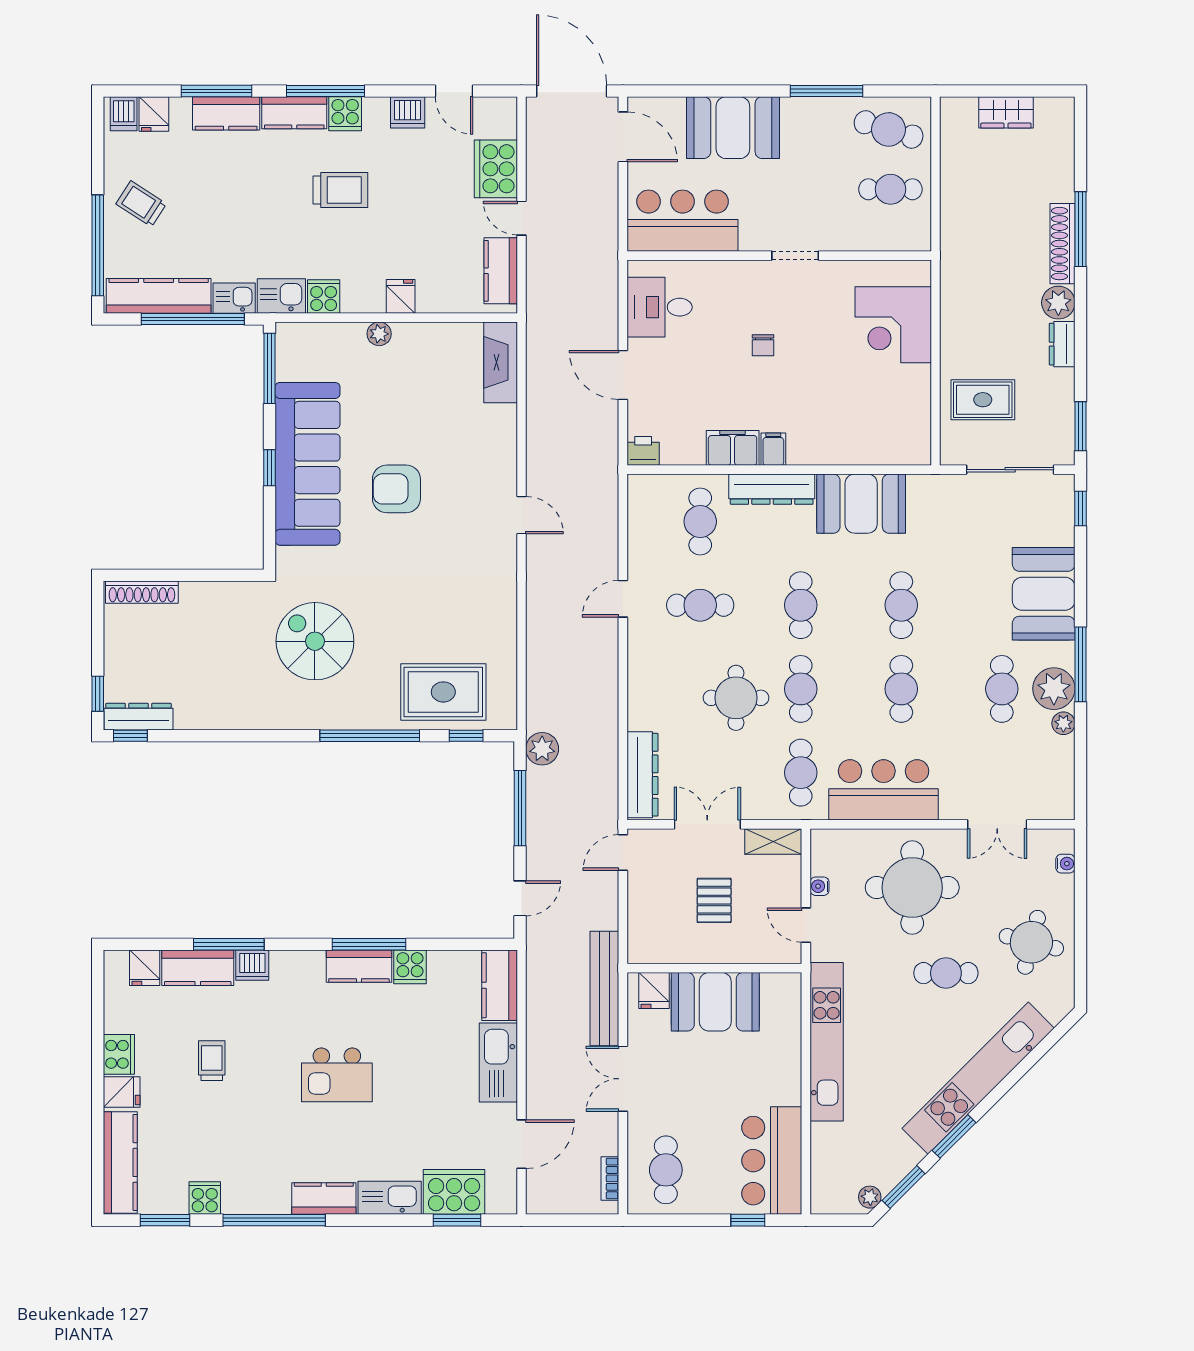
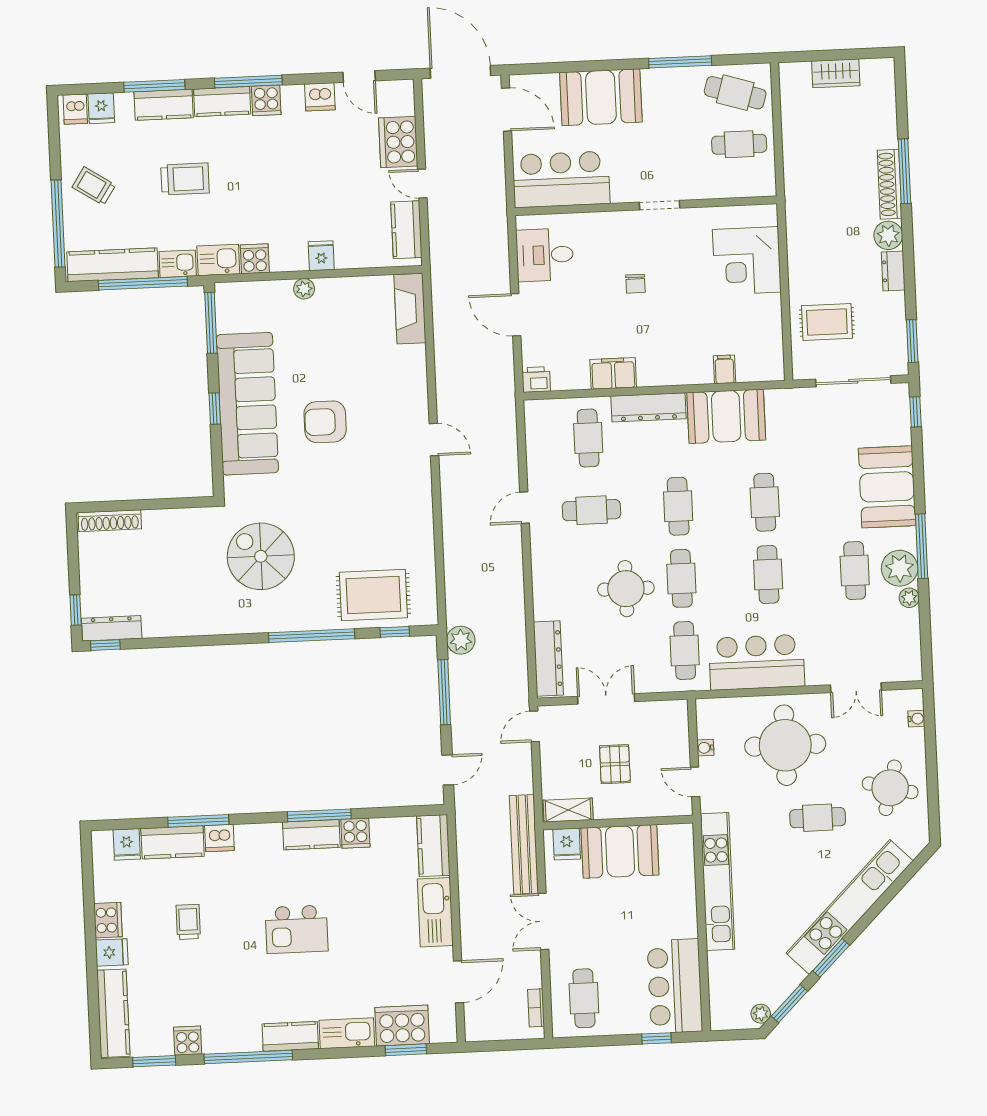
trolley: (340, 190) -> (185, 179), moved
filing cabinet: (773, 449) -> (724, 369), moved
shelving: (773, 841) -> (568, 810), moved

